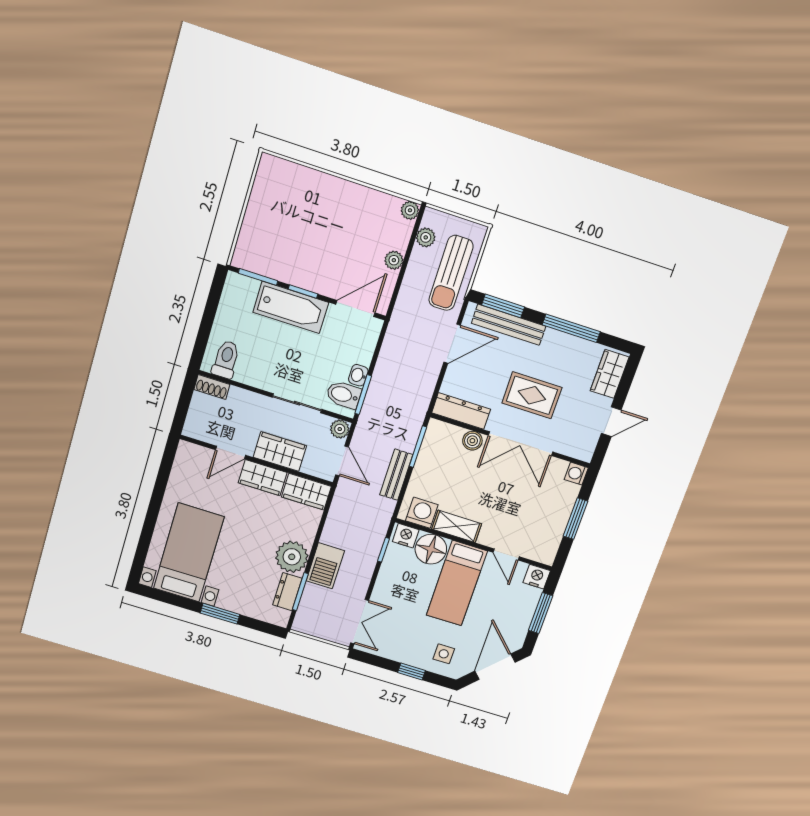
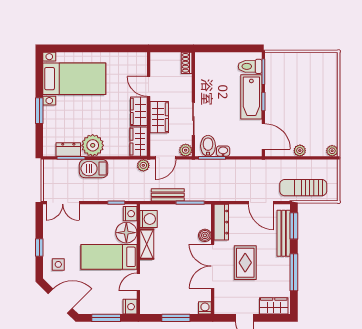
plant: (426, 237) -> (143, 165), moved
toilet: (226, 359) -> (250, 66), moved, turned 180

